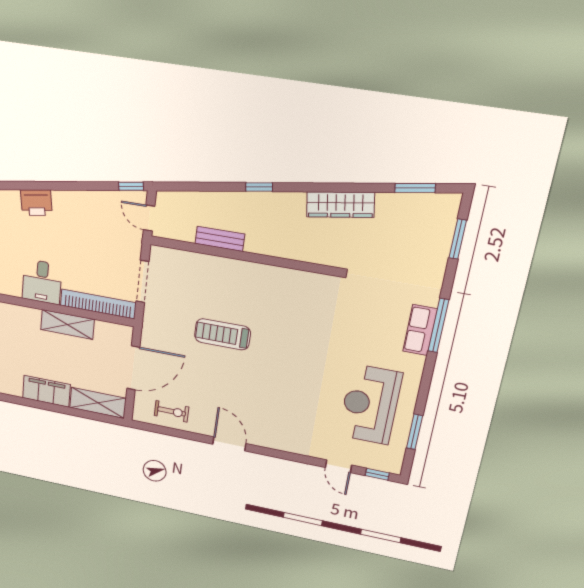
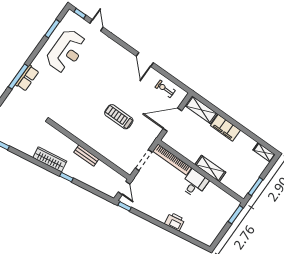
wardrobe: (340, 205) -> (50, 159), moved
bench: (220, 239) -> (86, 156), moved
shelving: (67, 324) -> (210, 168), moved
treadmill: (222, 334) -> (119, 117), turned 180

